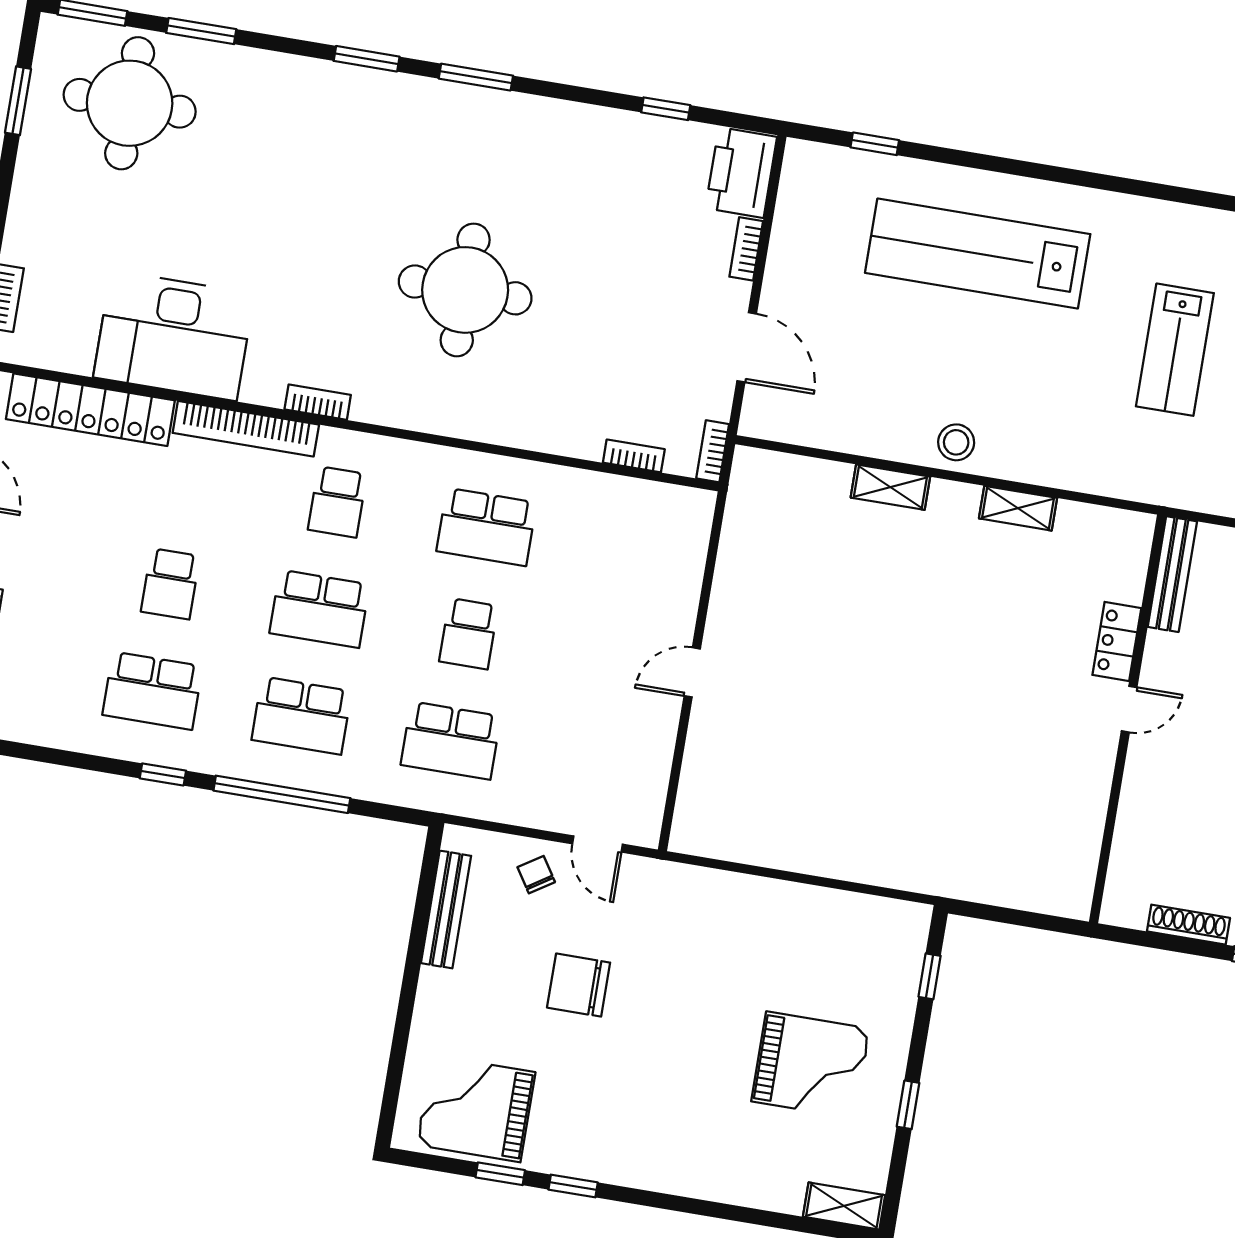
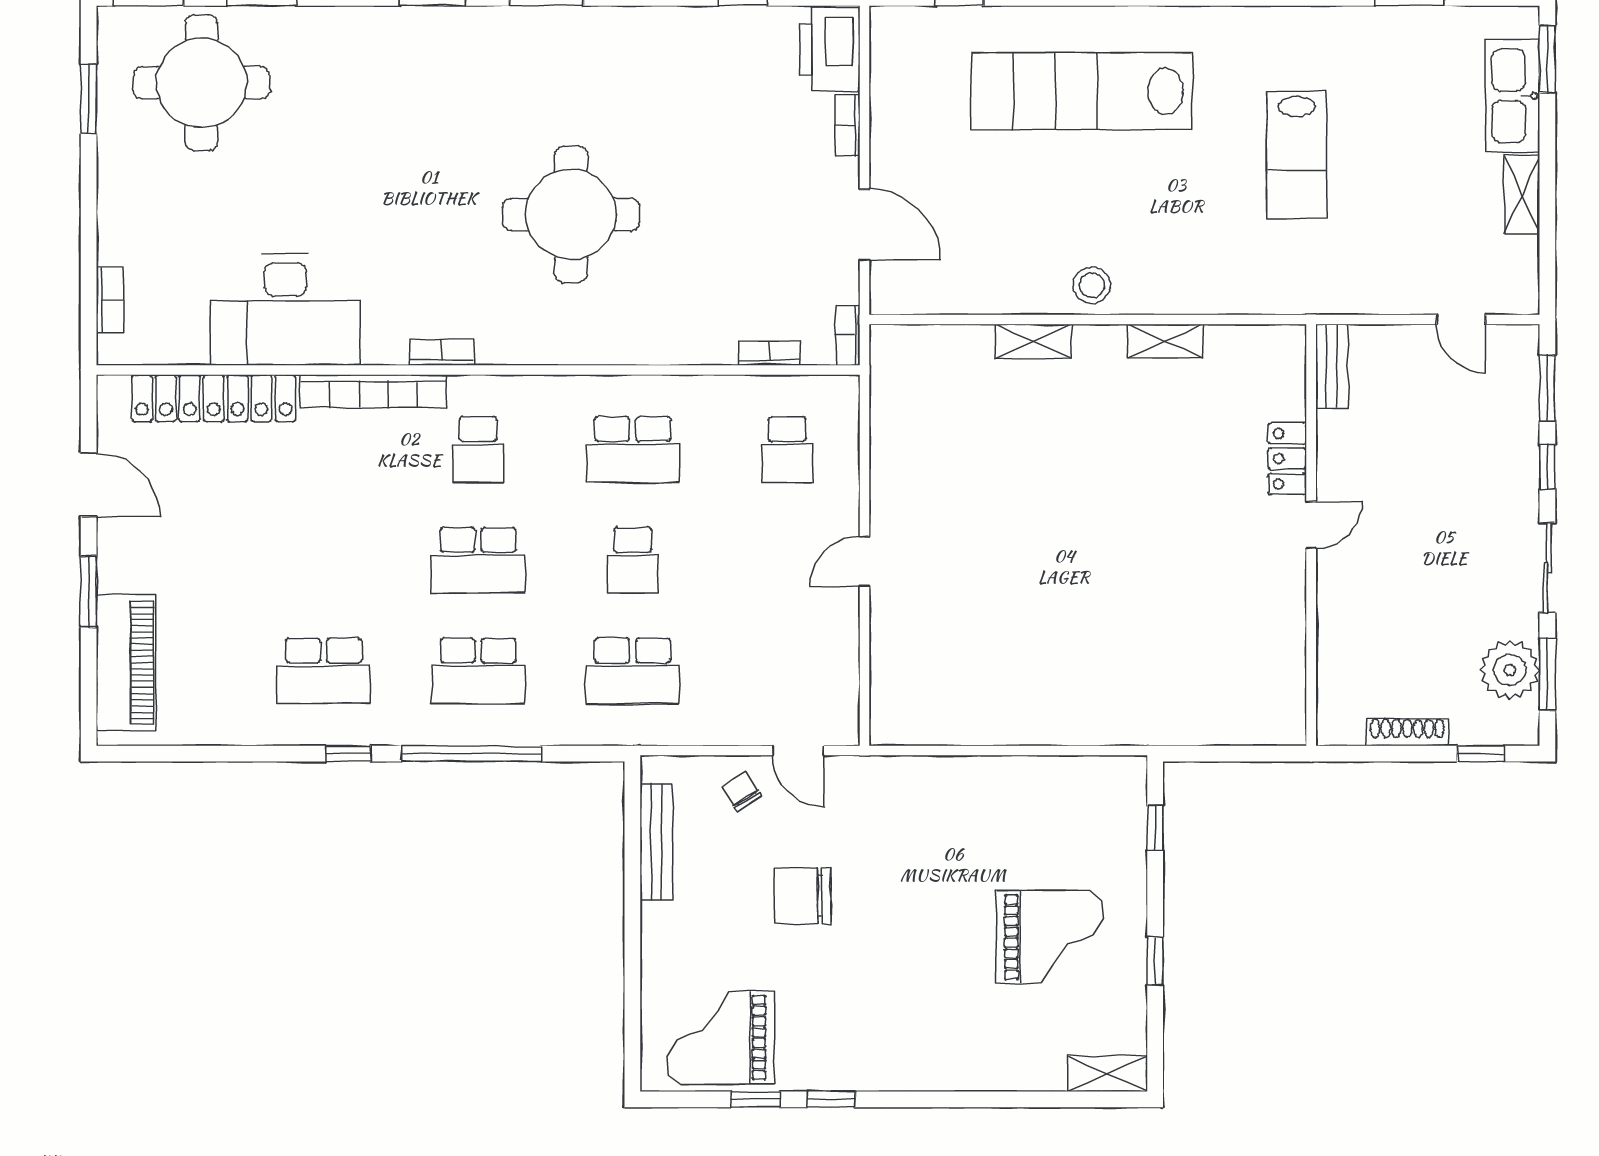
bench: (1172, 574) -> (1332, 366), width x0.73
school desk: (170, 584) -> (787, 450), moved

